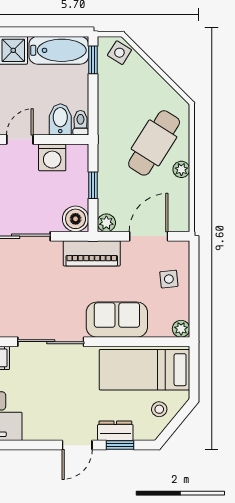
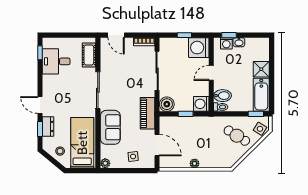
door: (20, 140) -> (211, 73), swing flipped
cafe table: (154, 143) -> (237, 136), moved, width x0.73, depth x0.74
washing machine: (52, 157) -> (201, 104), moved
plant: (106, 223) -> (165, 121), removed

